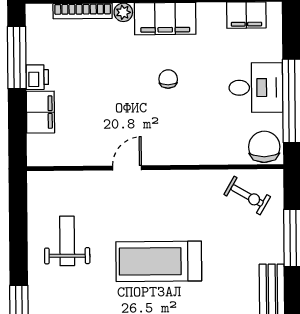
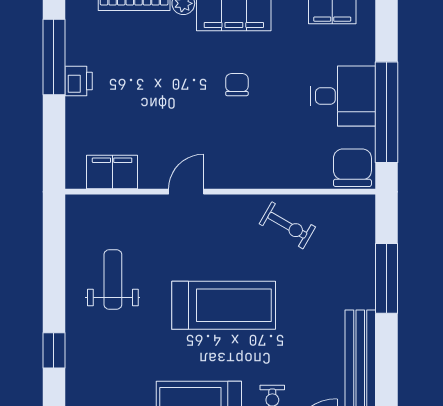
filing cabinet: (40, 112) -> (112, 172), moved, turned -90
exercise bike: (247, 195) -> (287, 225), moved
treadmill: (159, 261) -> (224, 305), turned 180

